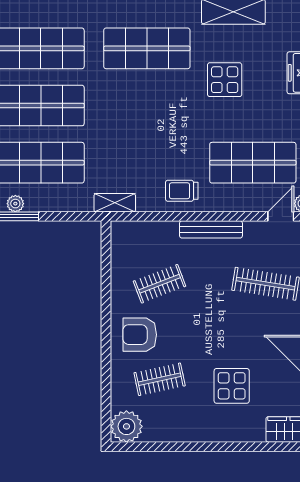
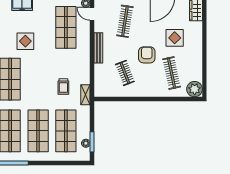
trolley: (182, 191) -> (63, 87), moved
armchair: (140, 335) -> (147, 55), moved, turned 180
clothes rail: (160, 379) -> (172, 73), width x1.36

